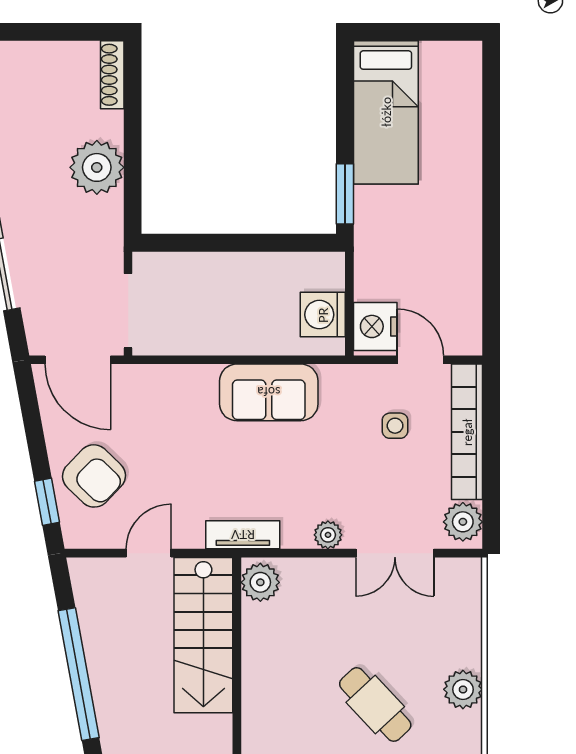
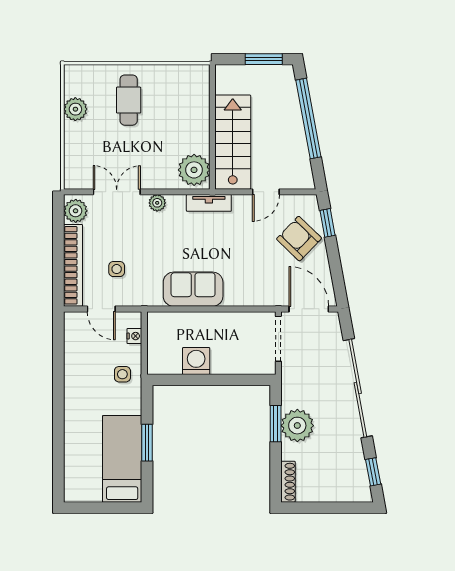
window: (133, 171) -> (276, 424), added
window: (345, 194) -> (147, 443), moved
side table: (385, 252) -> (122, 374), added
washing machine: (323, 315) -> (196, 361), moved, turned -90
nightstand: (375, 326) -> (134, 336), width x0.53, depth x0.56
plant: (260, 582) -> (194, 170), width x1.36, depth x1.36
cafe table: (375, 704) -> (129, 100), turned 43

